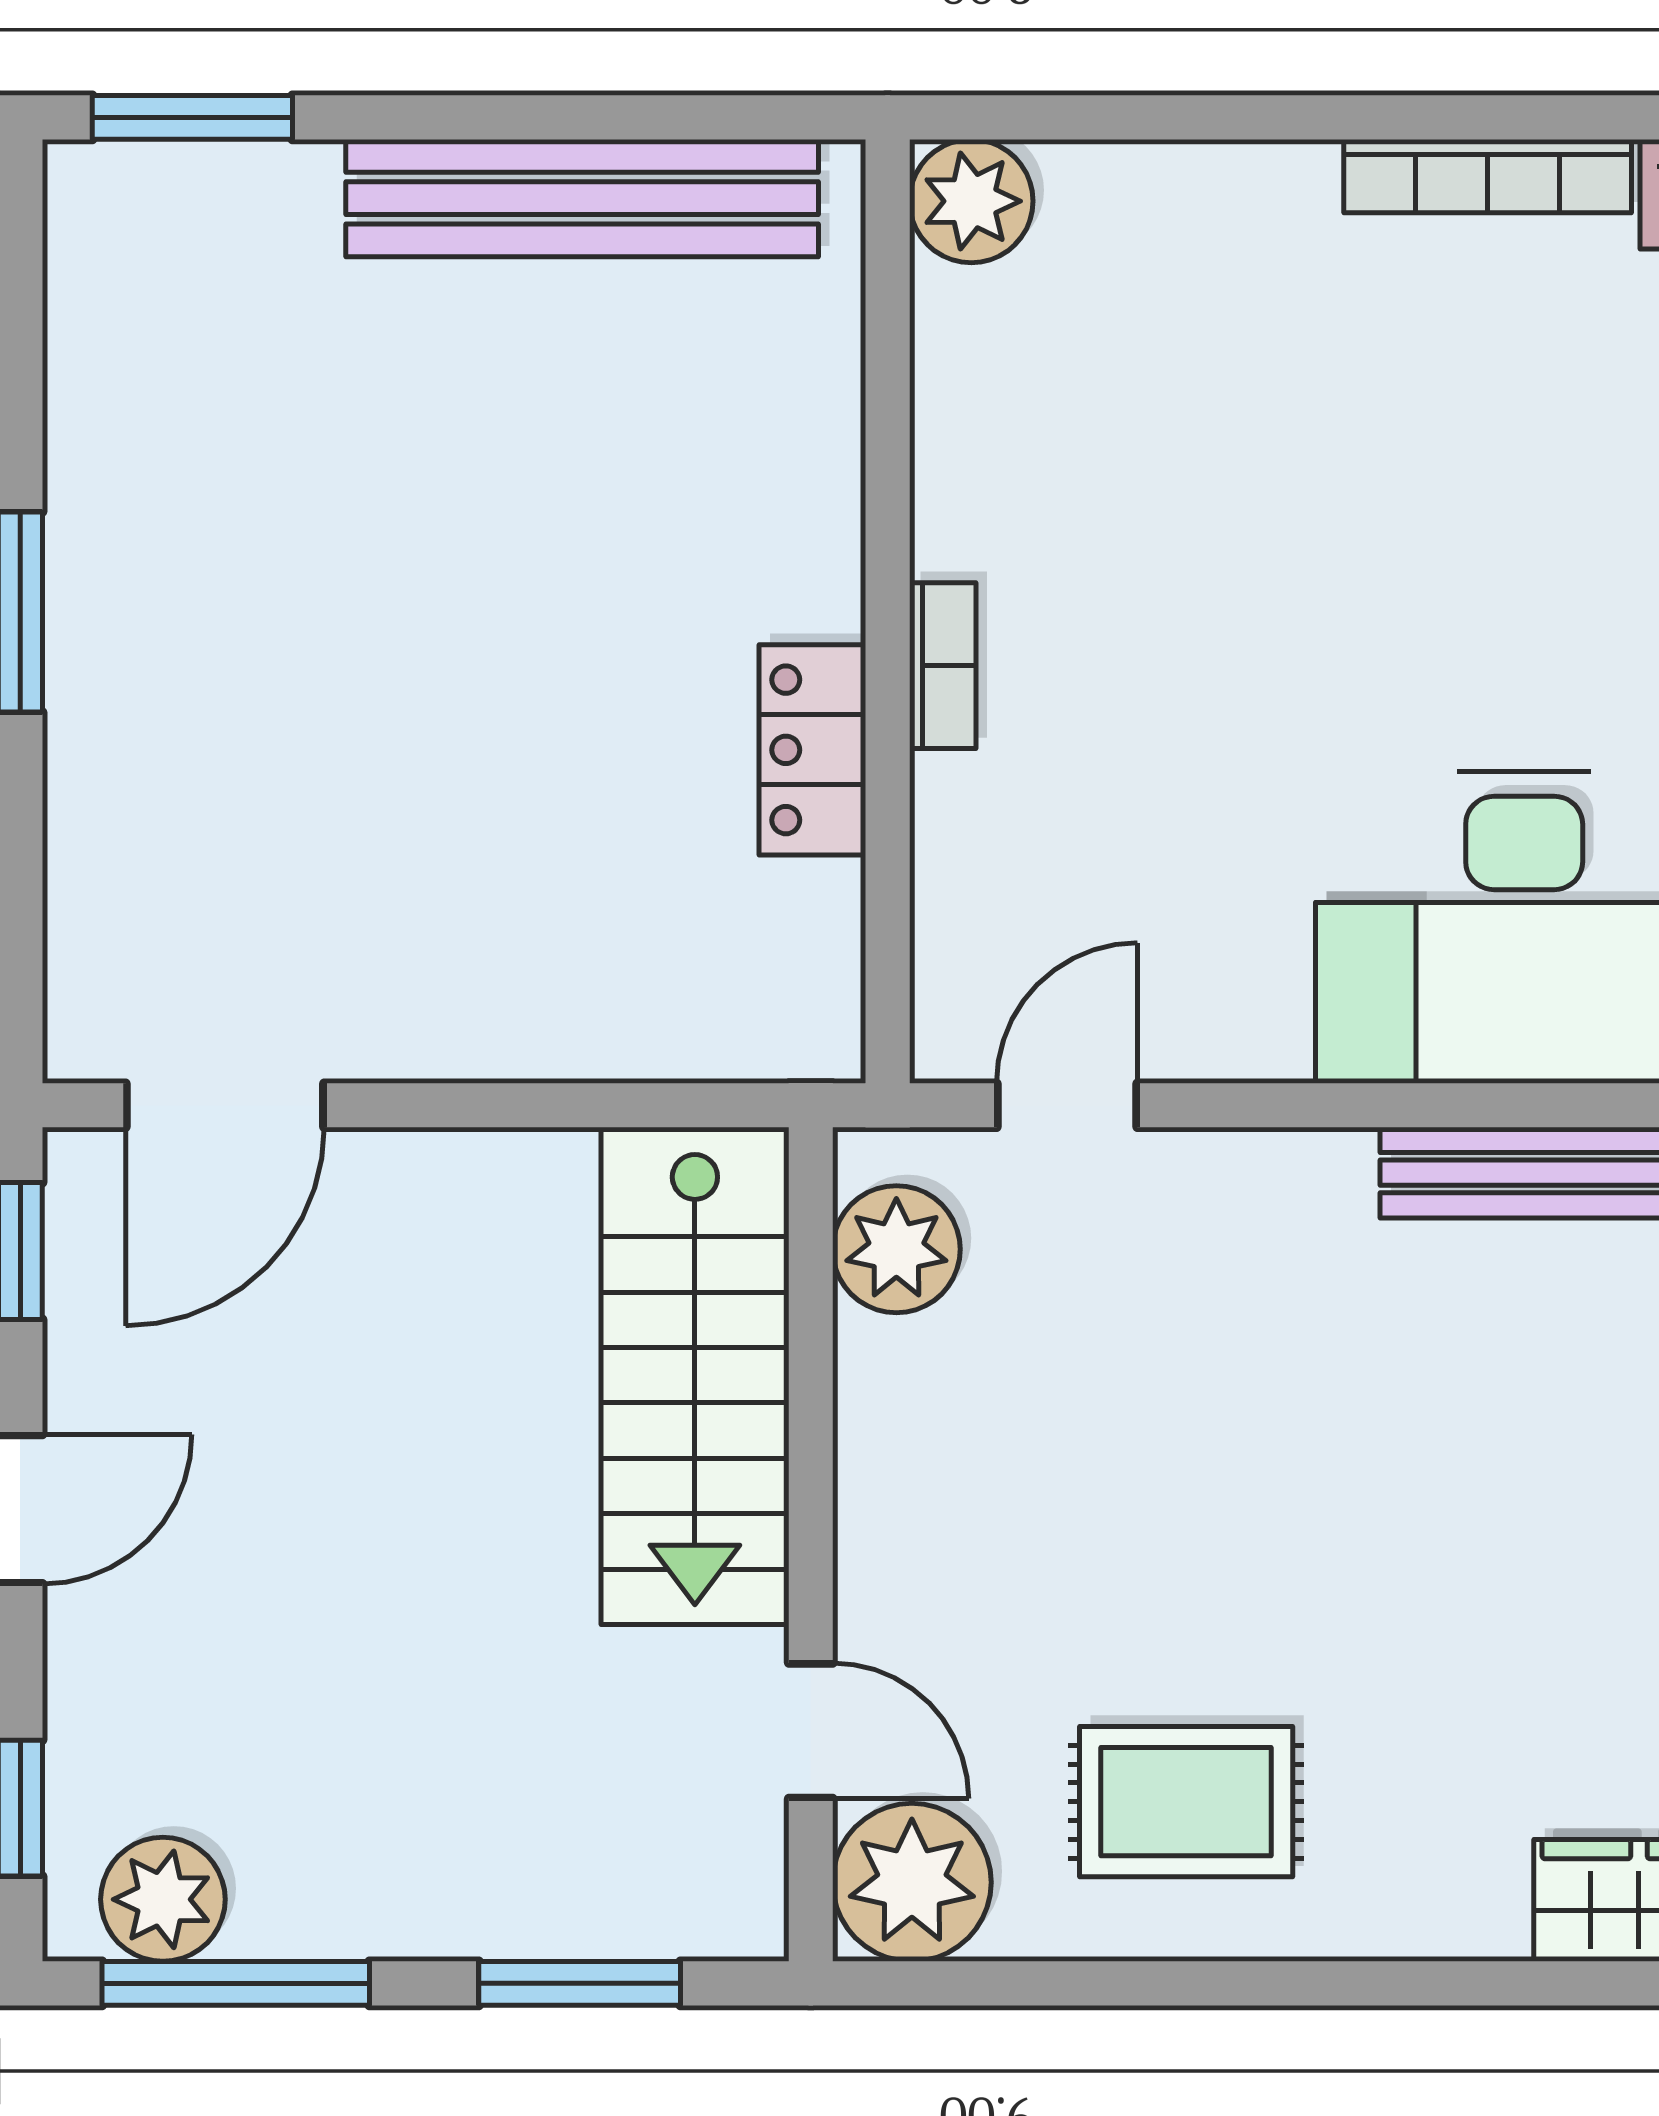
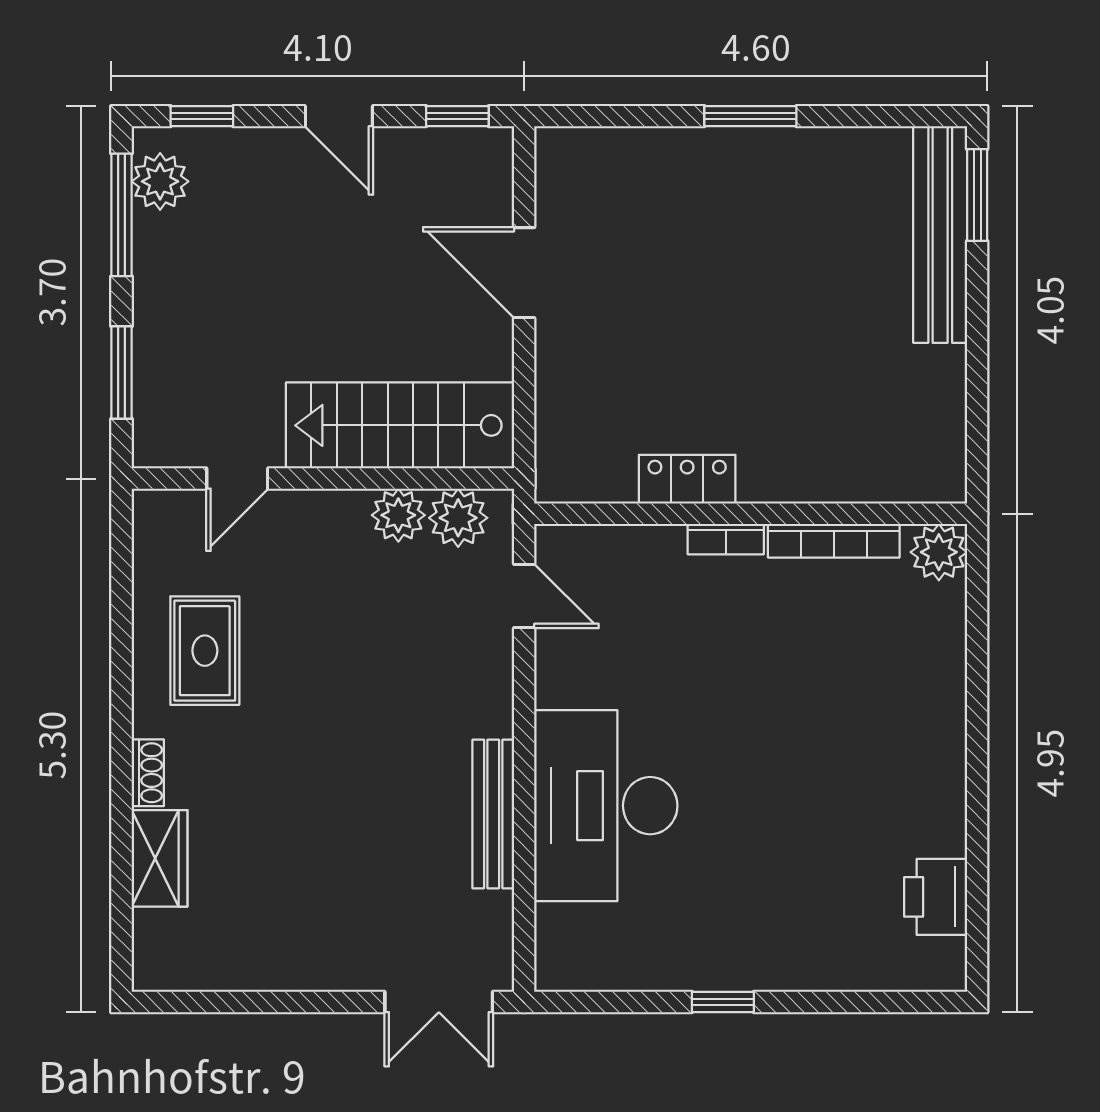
bookcase: (1488, 176) -> (834, 541), moved, turned -90
bench: (582, 198) -> (940, 234), moved
door: (225, 1105) -> (524, 273), moved
plant: (912, 1882) -> (398, 515), moved, width x0.73, depth x0.73
shoe rack: (1452, 1926) -> (148, 773), added

